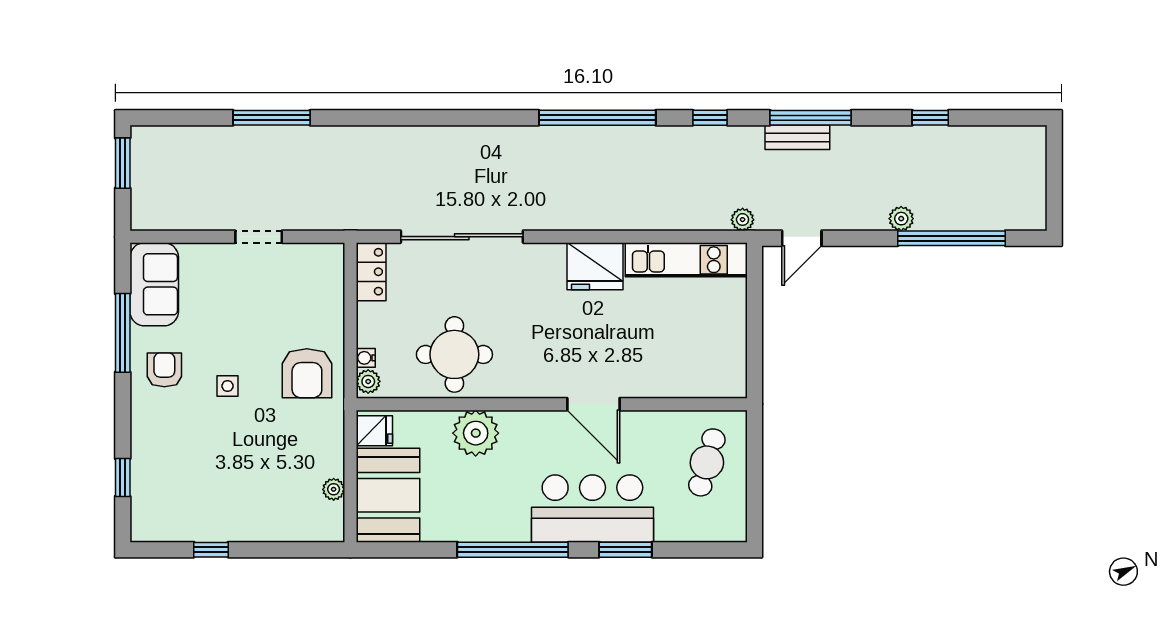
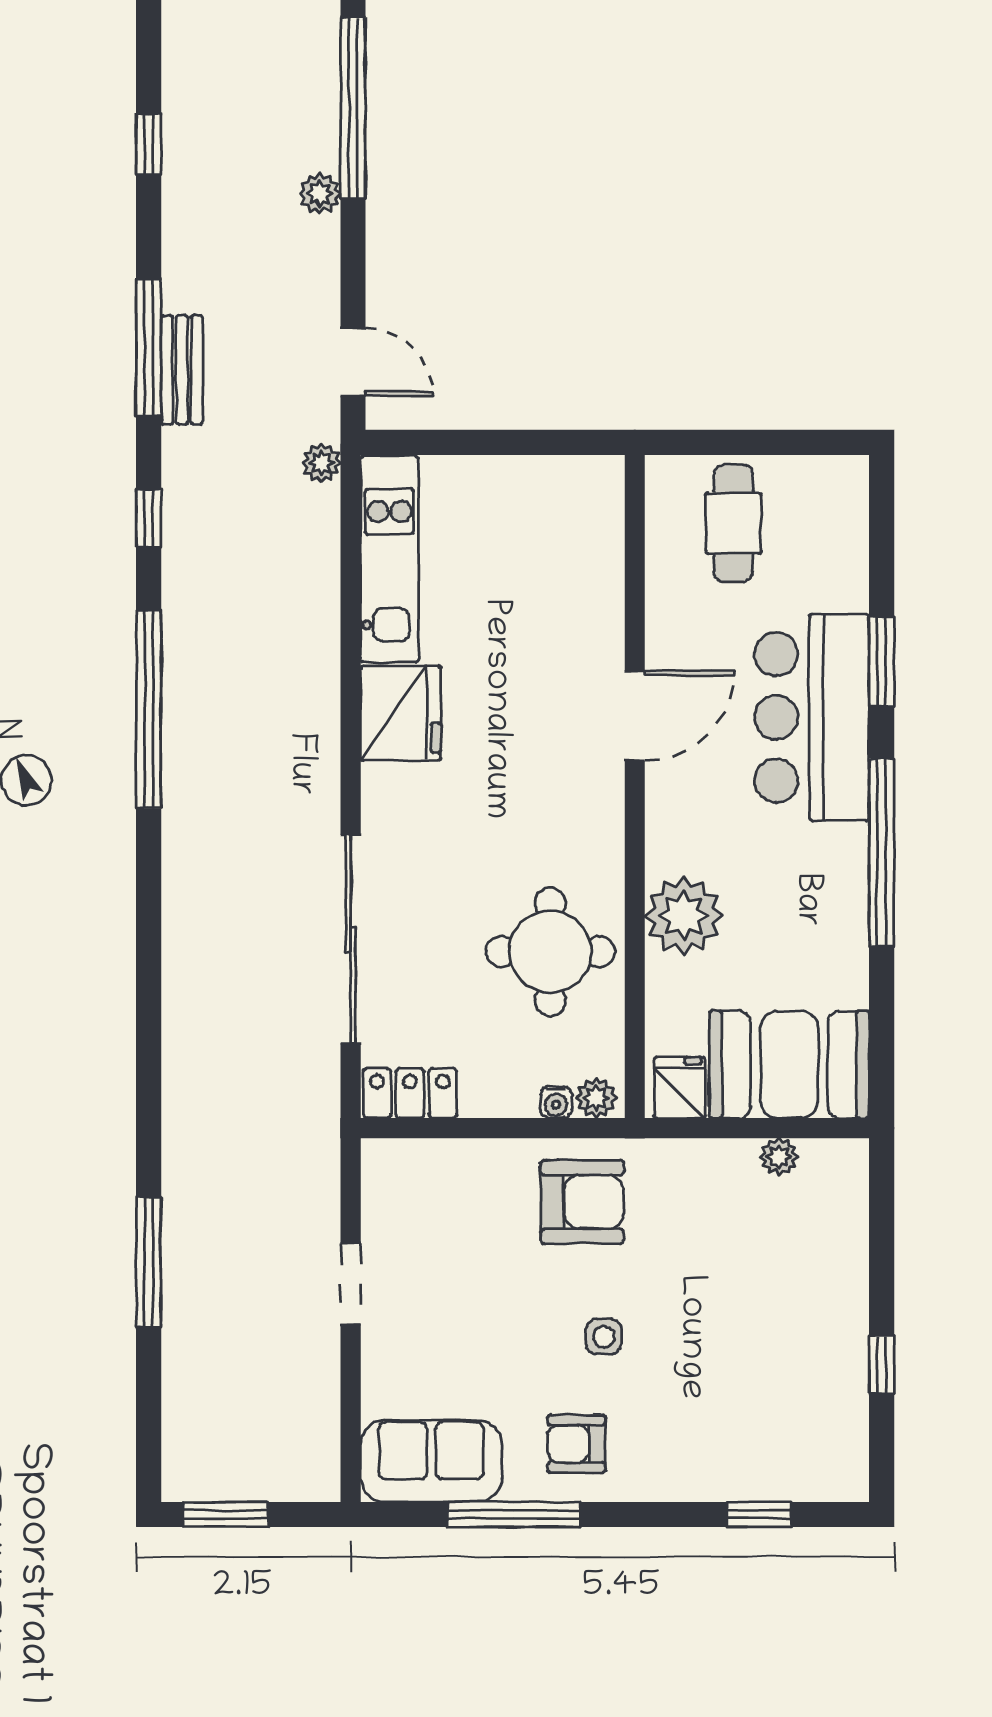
cafe table: (707, 462) -> (733, 523), turned 74

